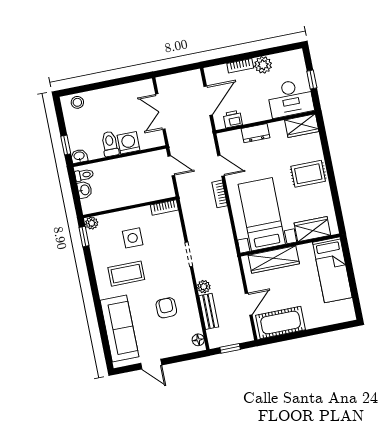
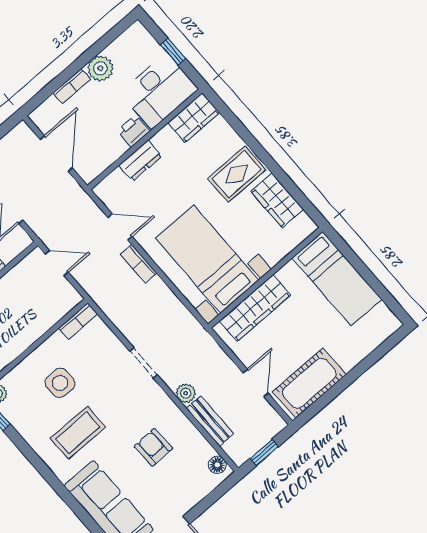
printer: (233, 119) -> (134, 131), moved
wardrobe: (312, 229) -> (277, 200), moved, turned -90

